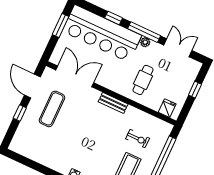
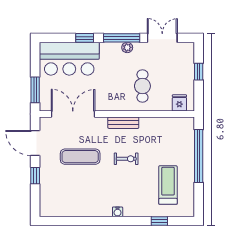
window: (60, 25) -> (35, 90), moved
bar counter: (102, 33) -> (69, 59), width x0.73
exercise mat: (52, 109) -> (80, 157), moved, turned 90
exercise bike: (138, 139) -> (126, 159), moved

